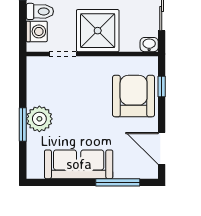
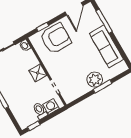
shower: (98, 31) -> (38, 73), width x0.54, depth x0.54
armchair: (134, 96) -> (56, 38), turned 180

